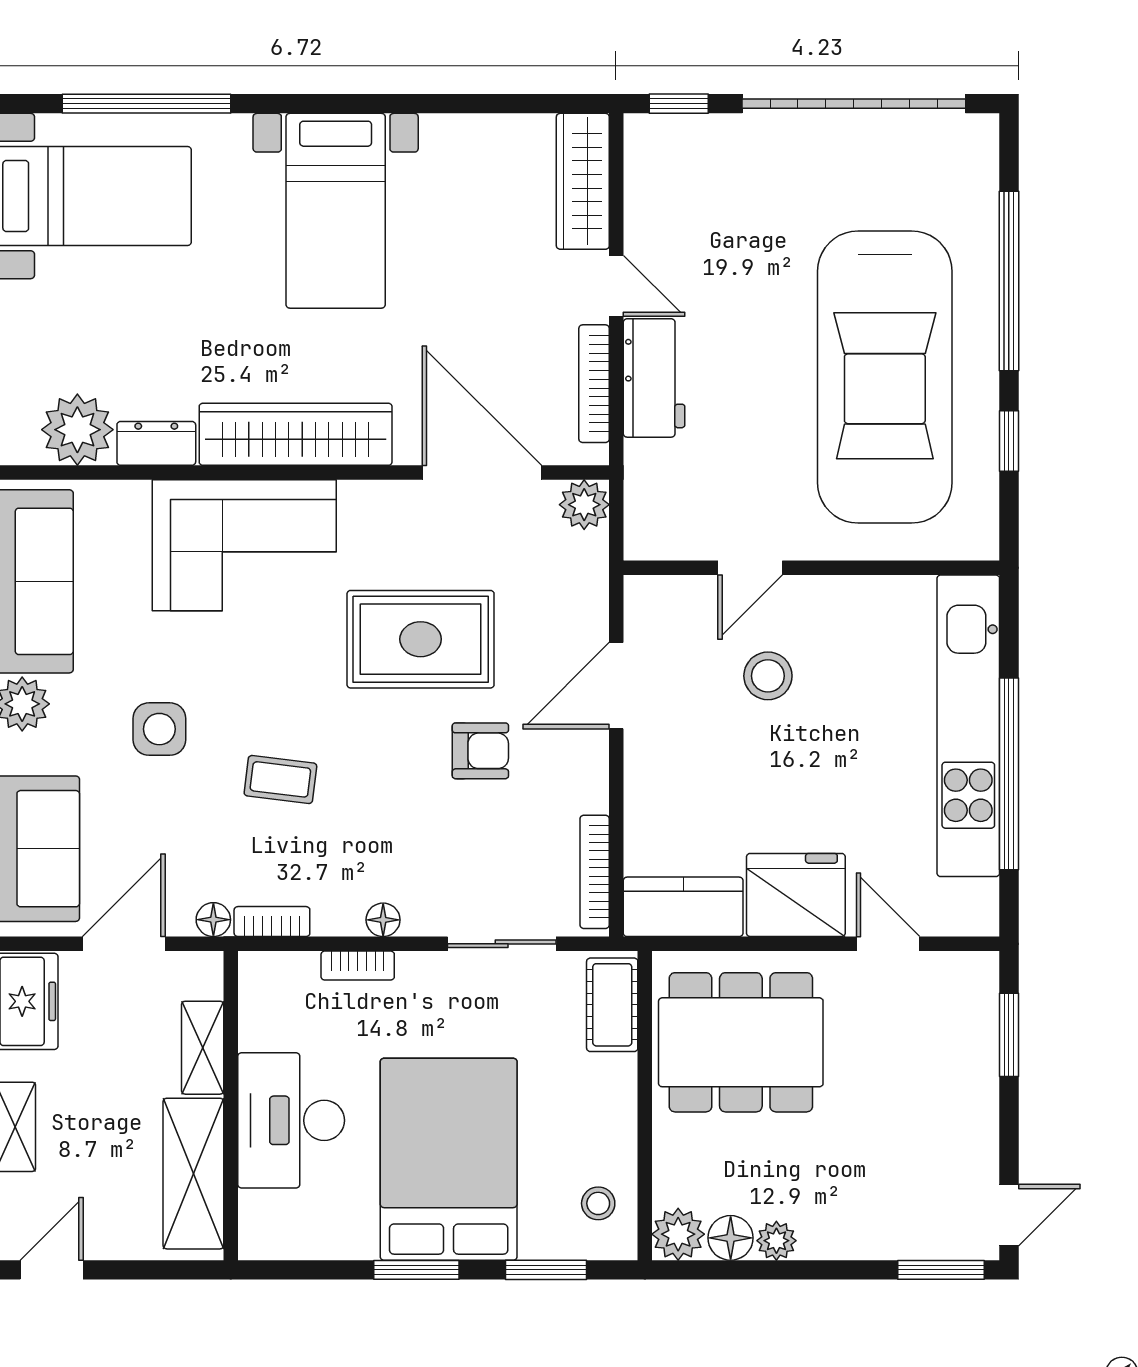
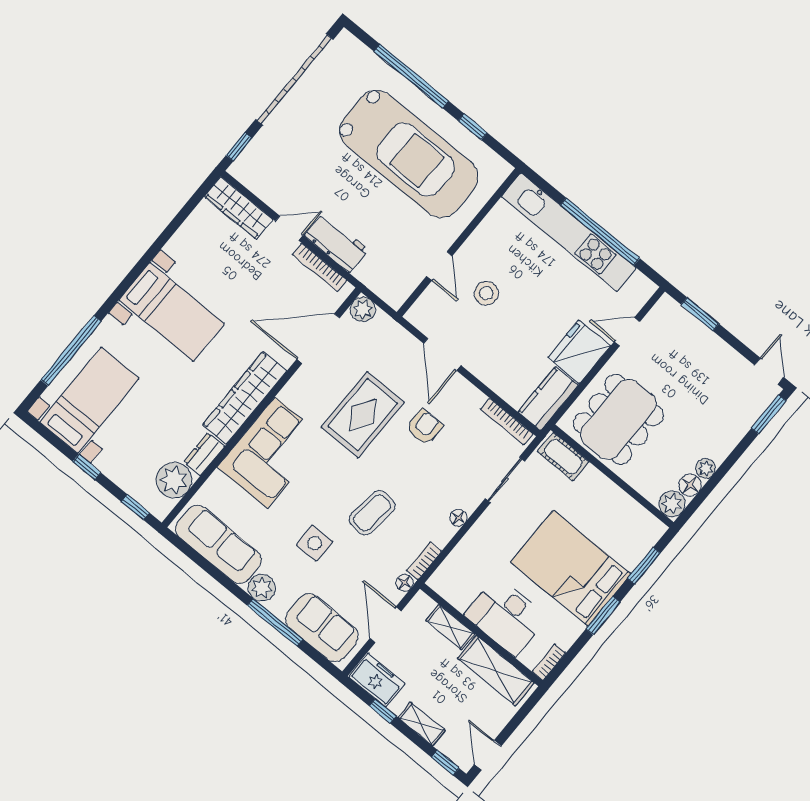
coffee table: (280, 779) -> (372, 513), width x1.36, depth x1.30
bookcase: (358, 966) -> (549, 662), moved, turned 180
stool: (598, 1203) -> (635, 525), removed

